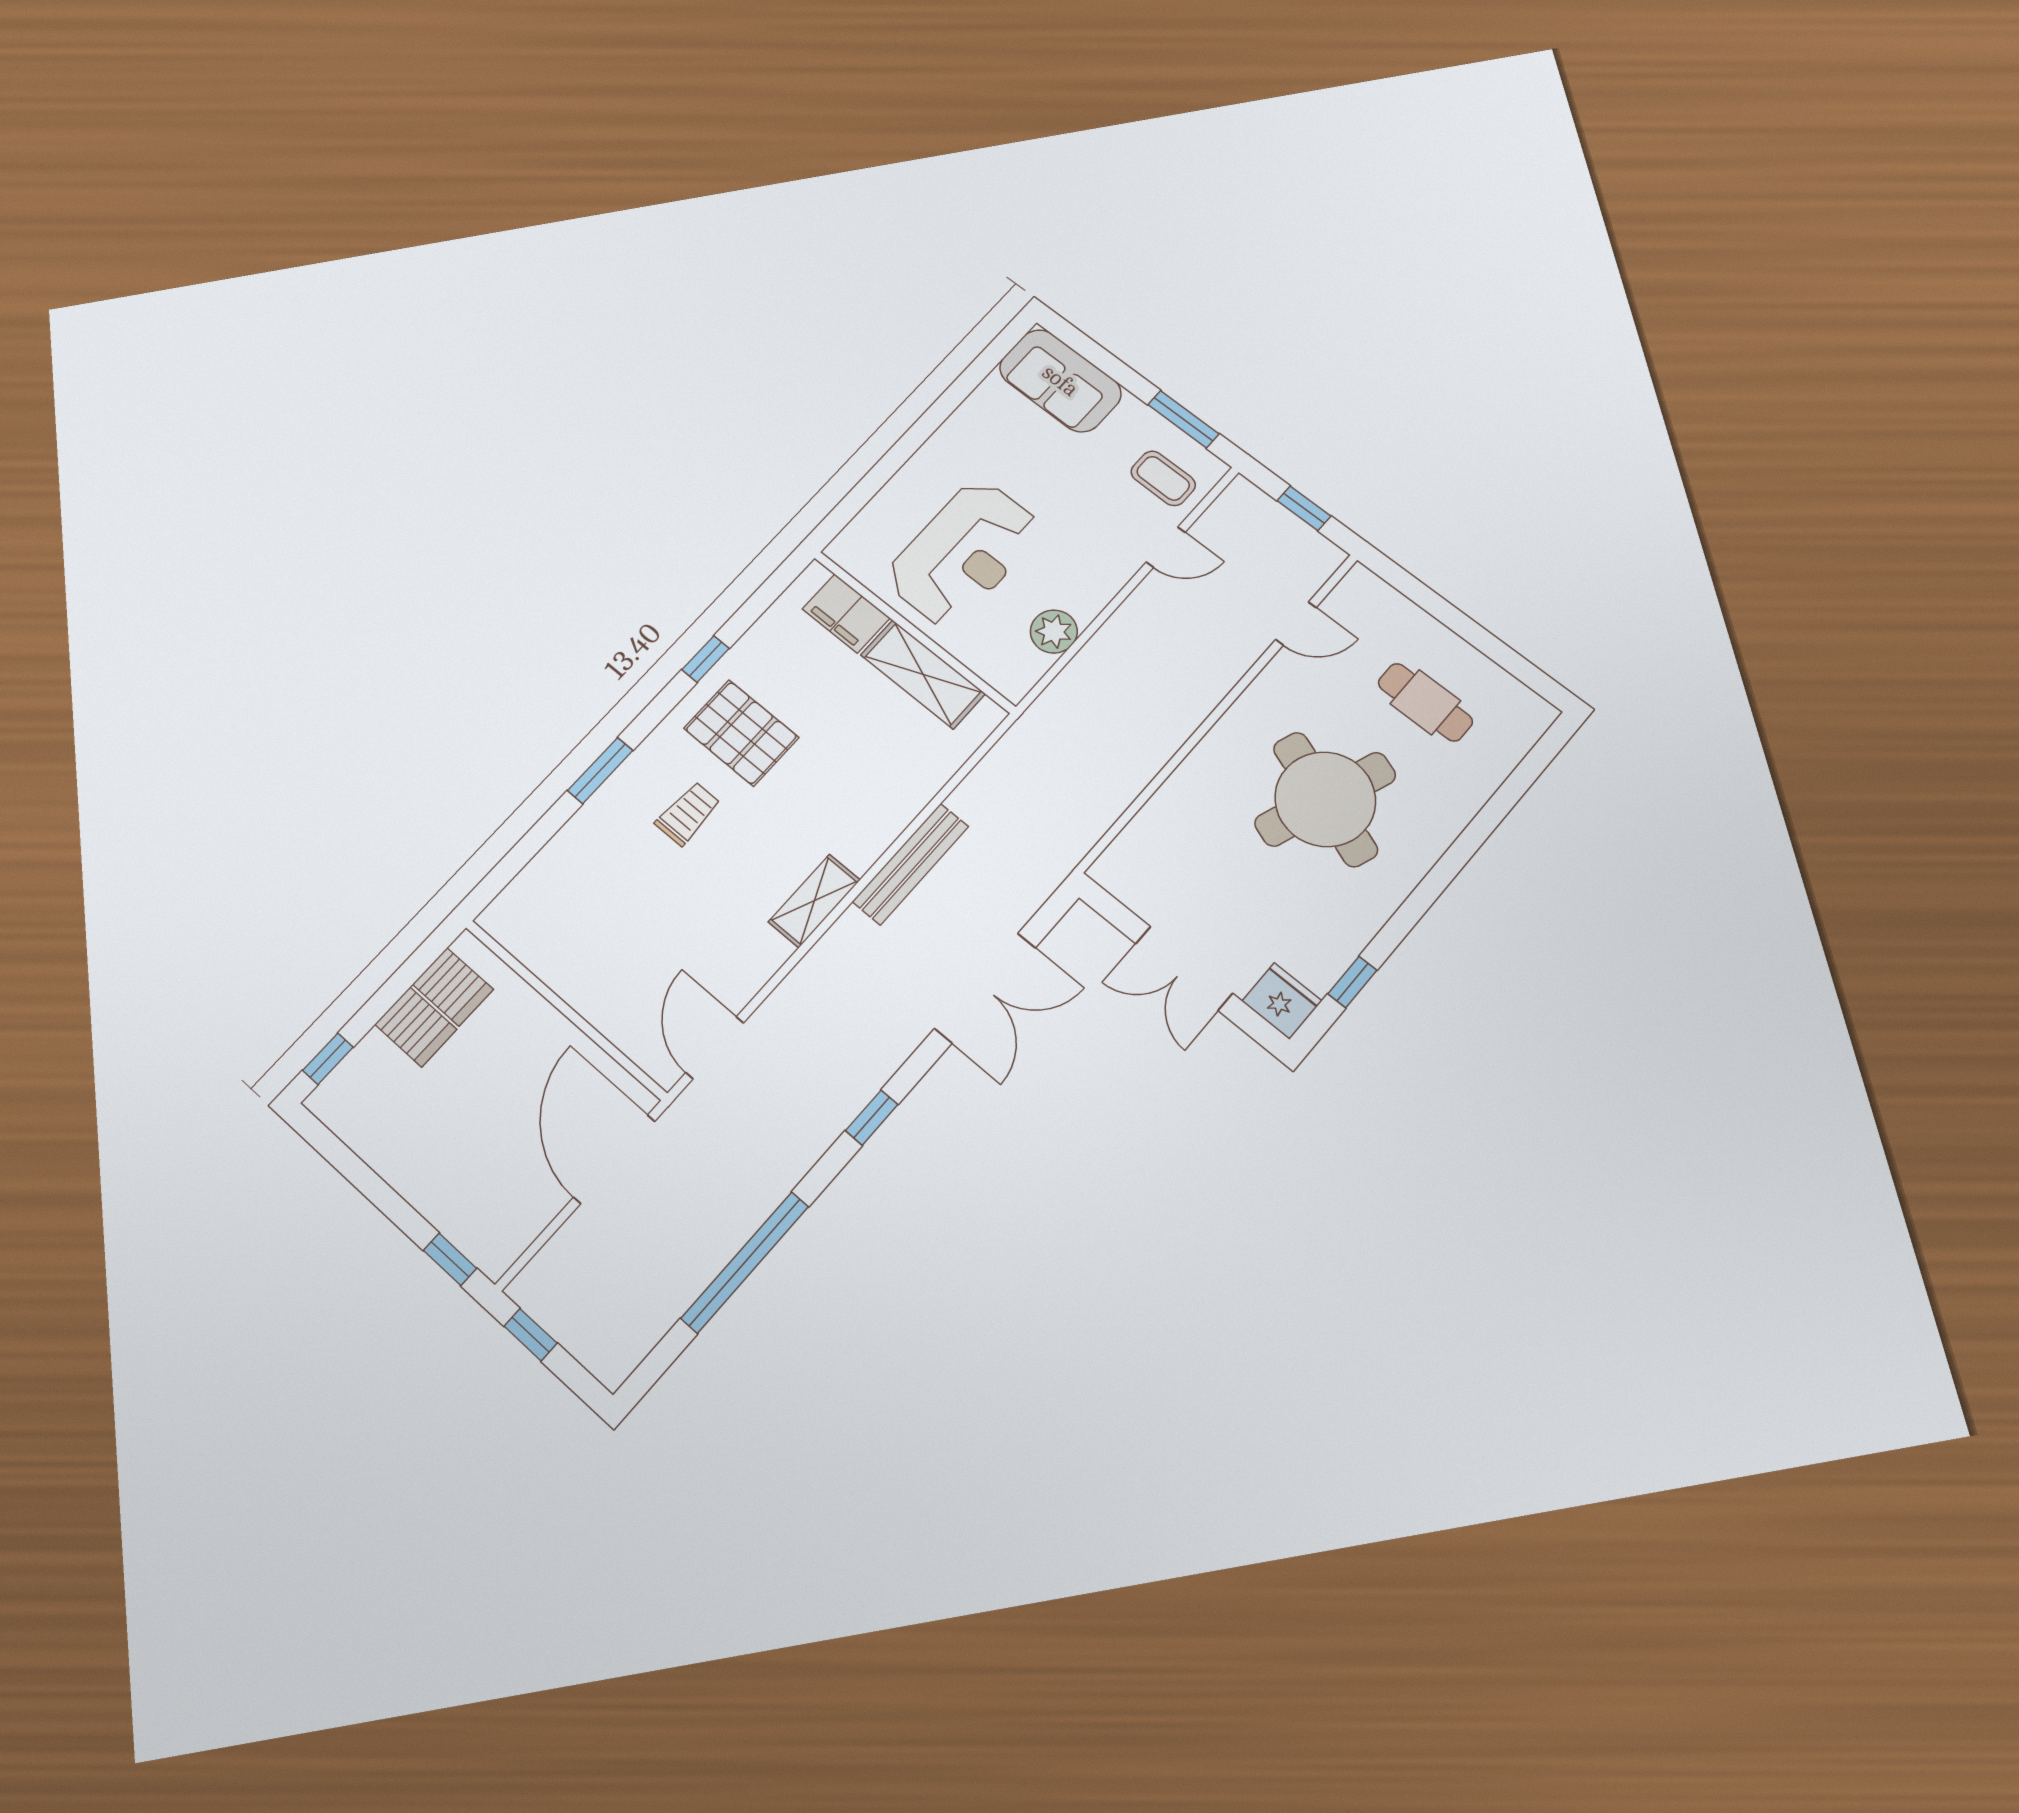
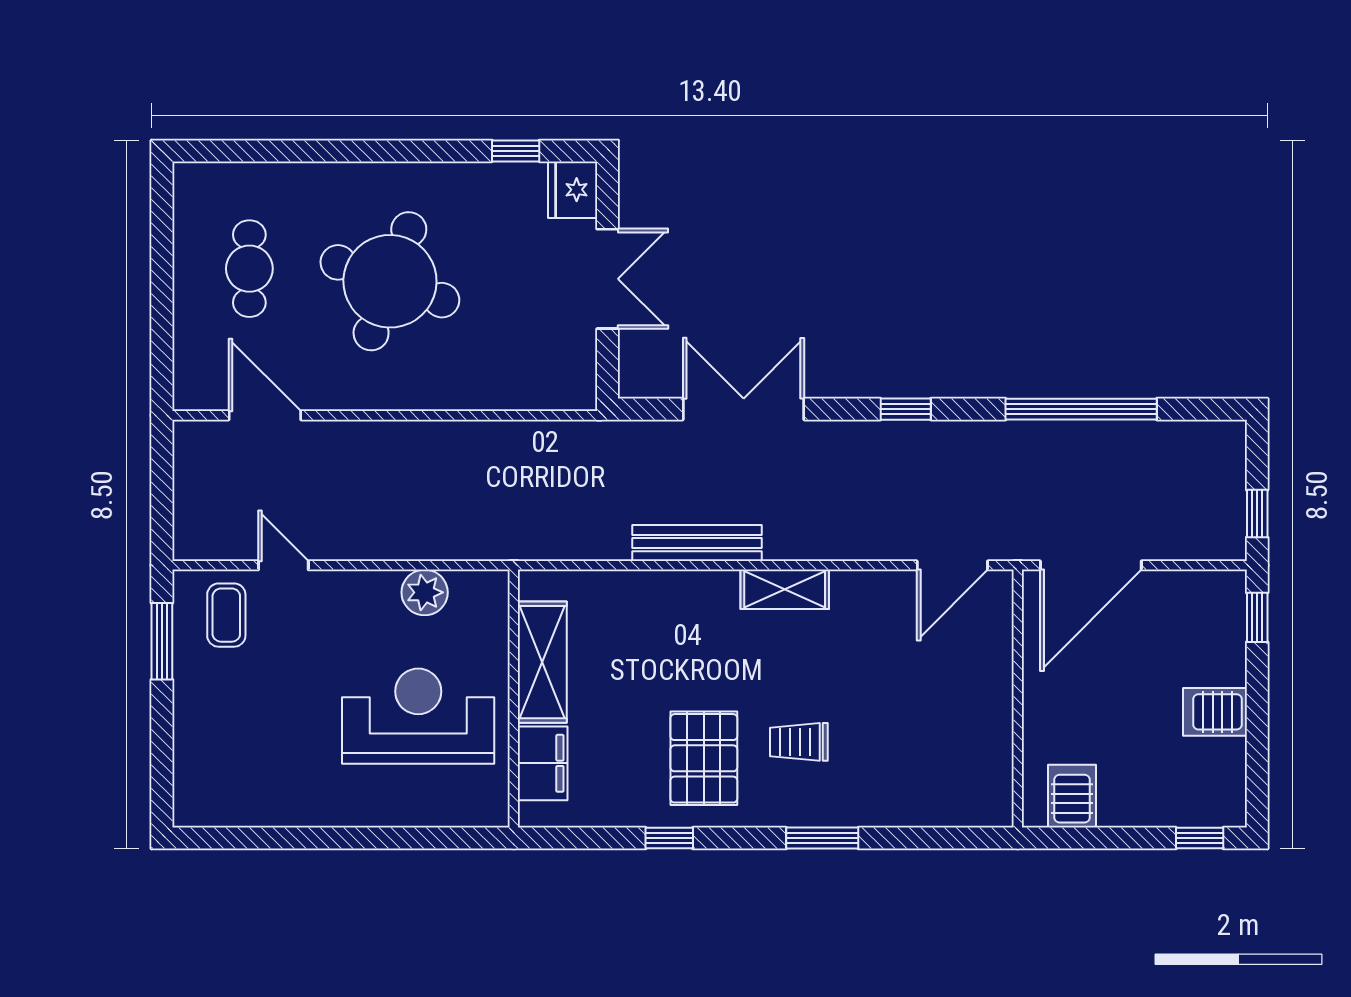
sofa: (1060, 381) -> (208, 766), removed
window: (1304, 508) -> (162, 486), removed
door: (1296, 624) -> (265, 415), width x1.38
server rack: (416, 1027) -> (1215, 712), moved, turned -90

